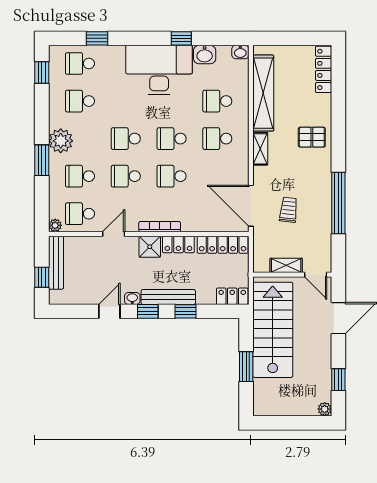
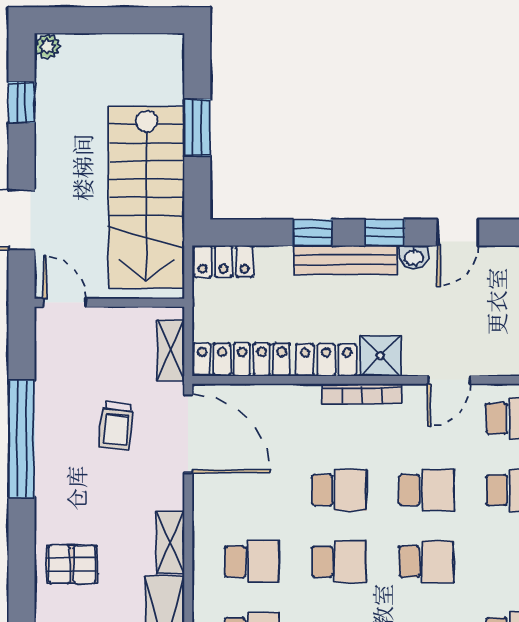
shelving: (286, 265) -> (171, 350), moved, turned 90

